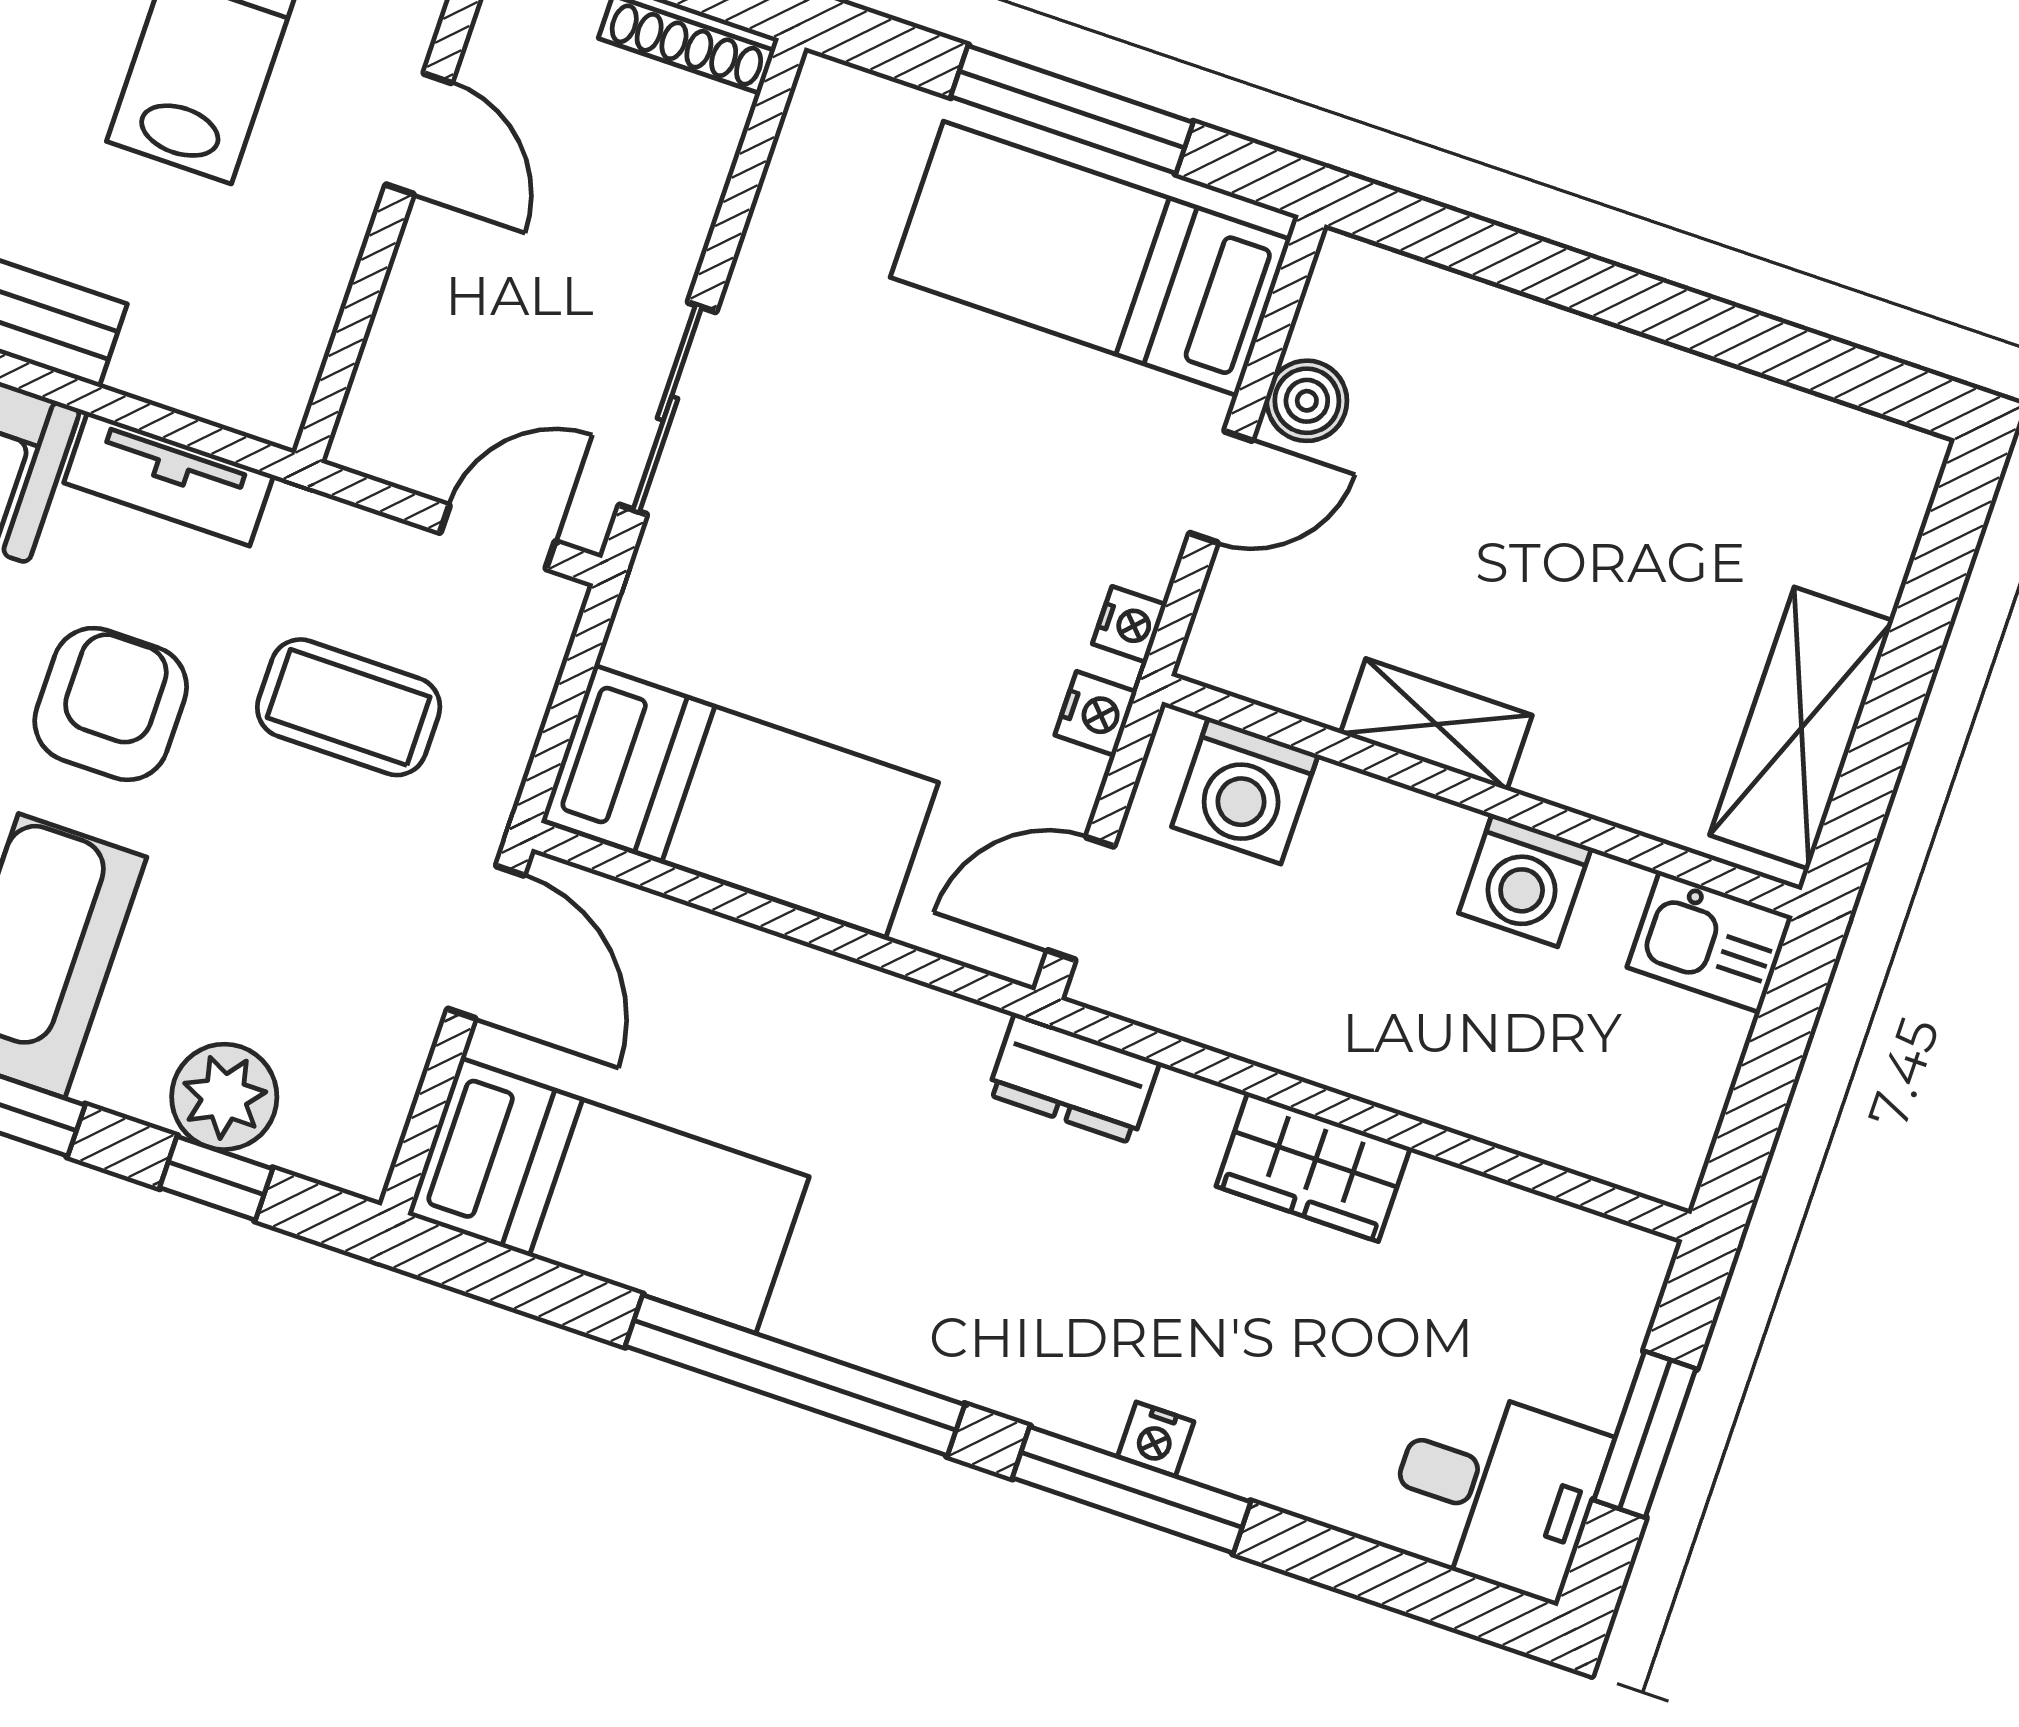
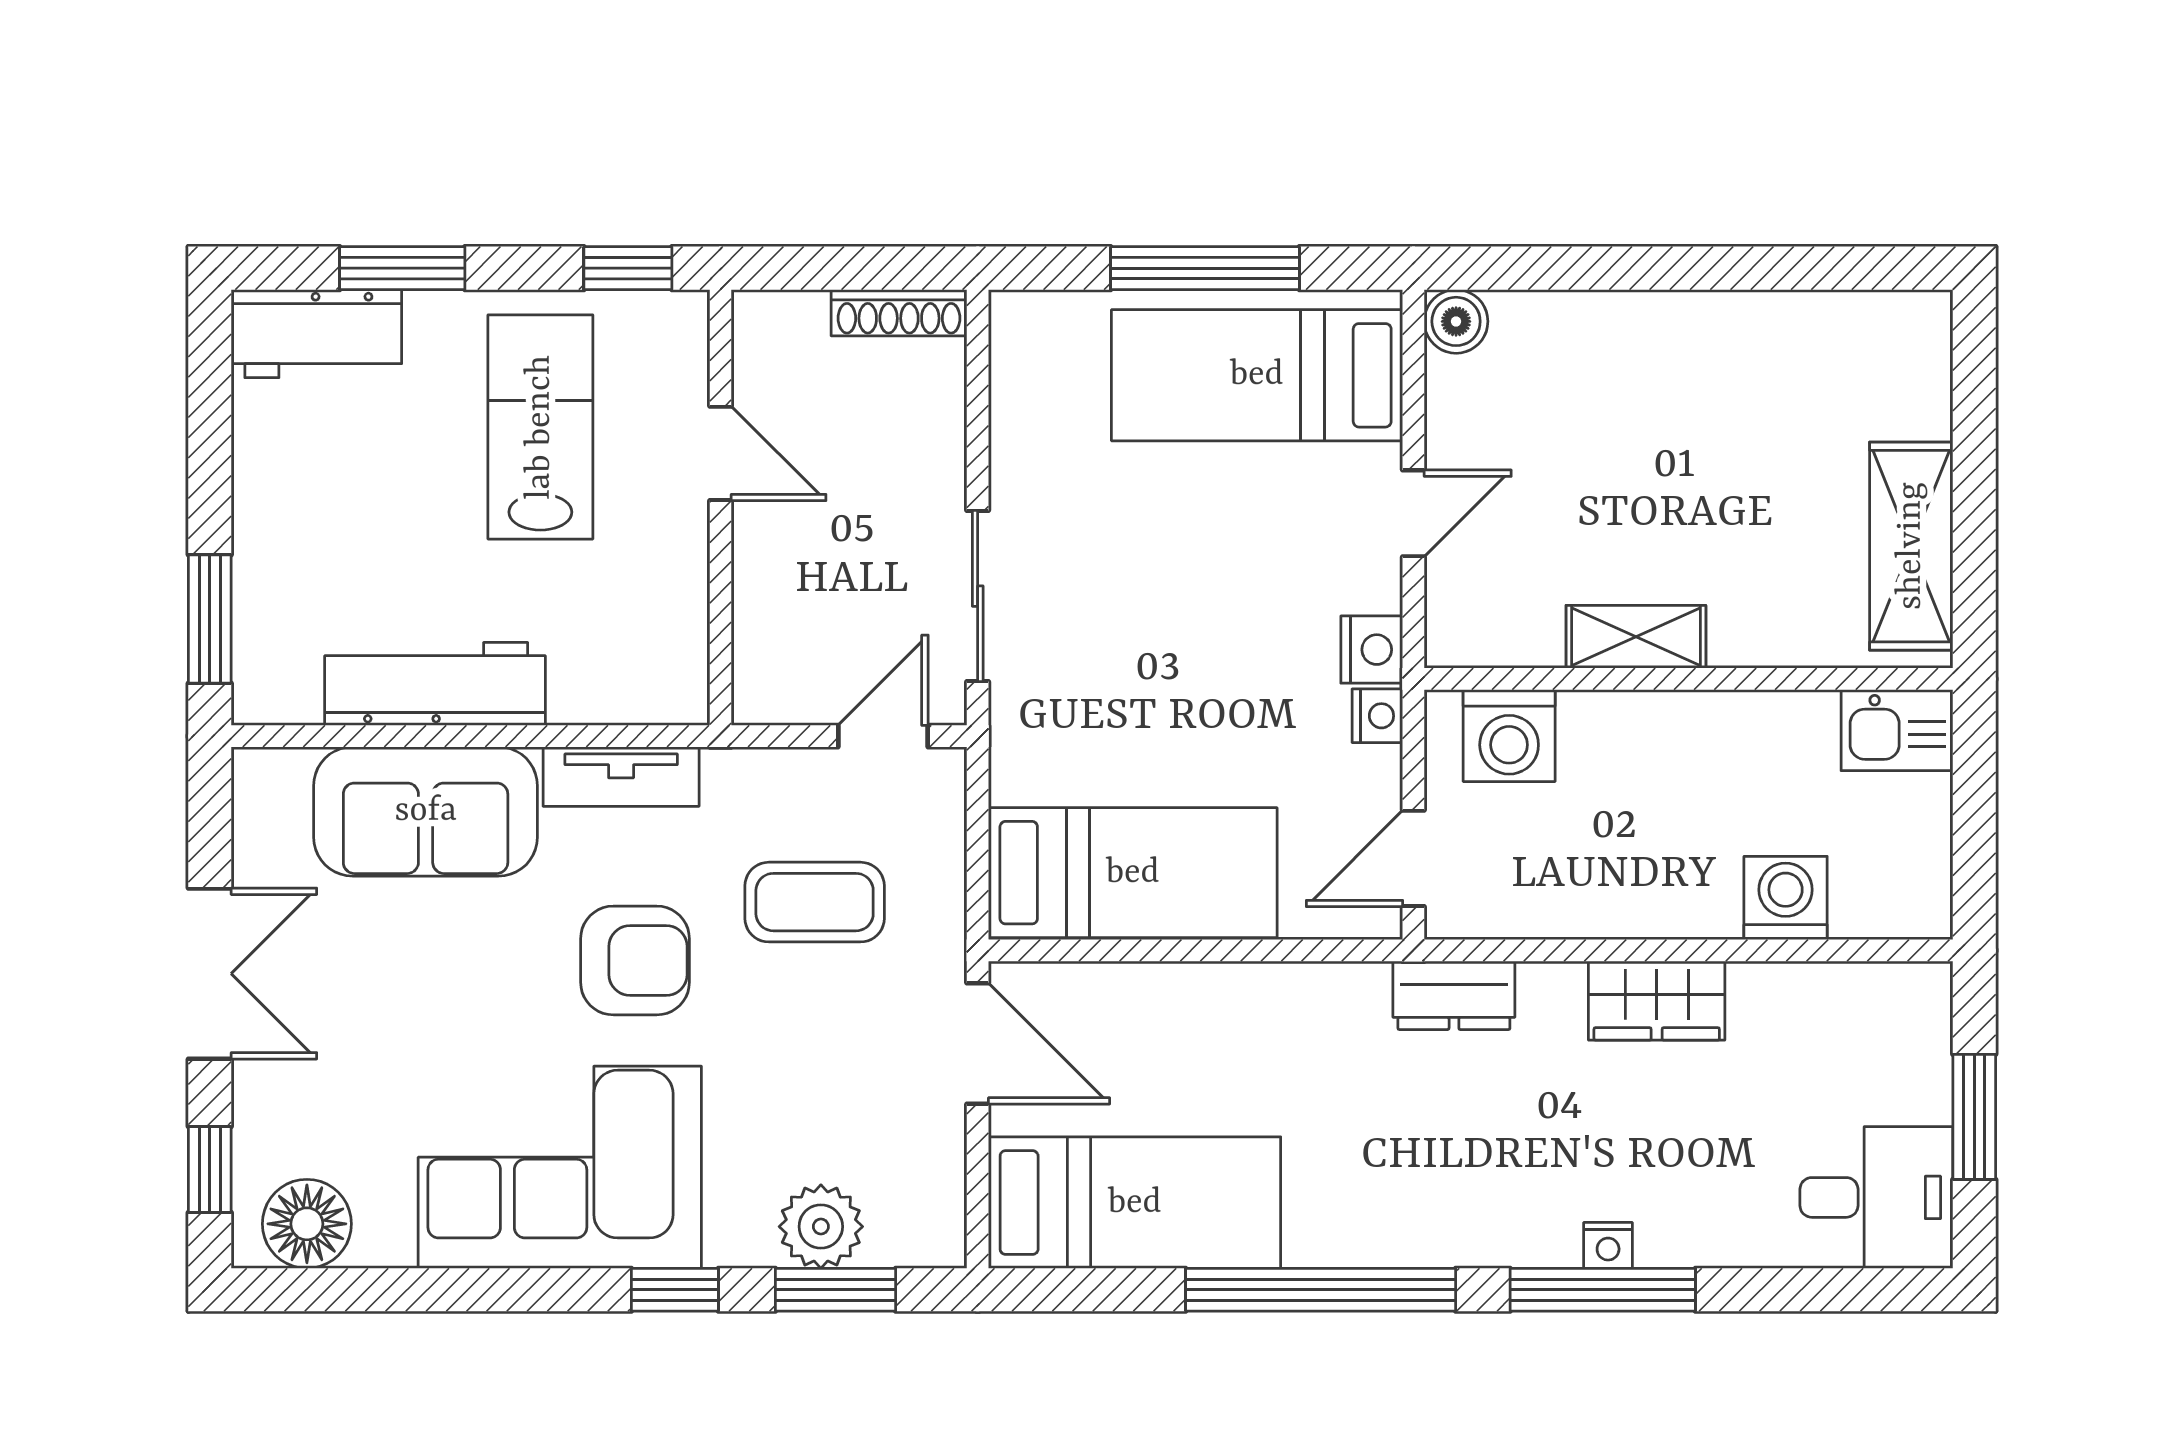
boiler: (1307, 401) -> (1456, 321), moved
nightstand: (1129, 624) -> (1372, 650), width x1.39, depth x1.35
armchair: (111, 704) -> (635, 960), turned 90
washing machine: (1525, 880) -> (1786, 898), moved, turned 180
window: (216, 1178) -> (836, 1290), width x1.50

